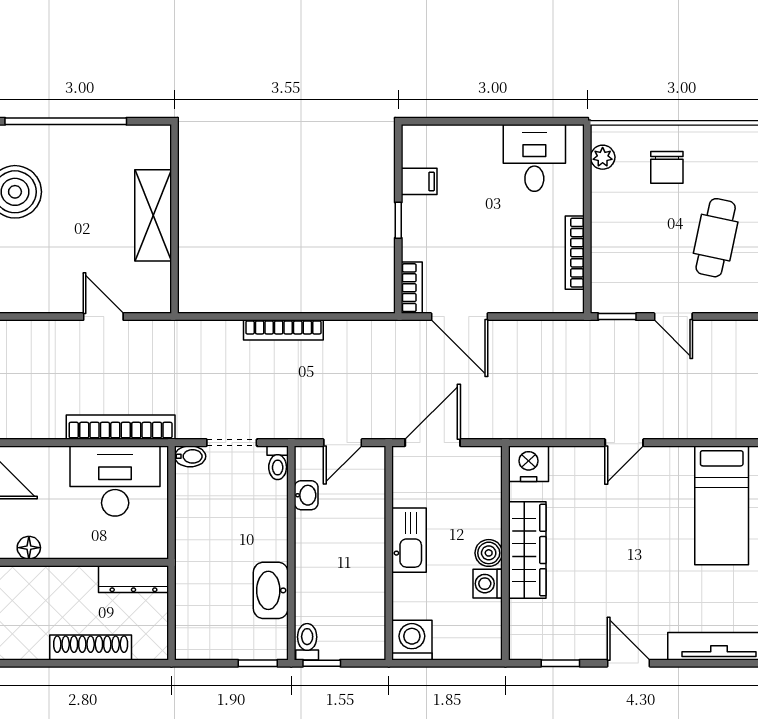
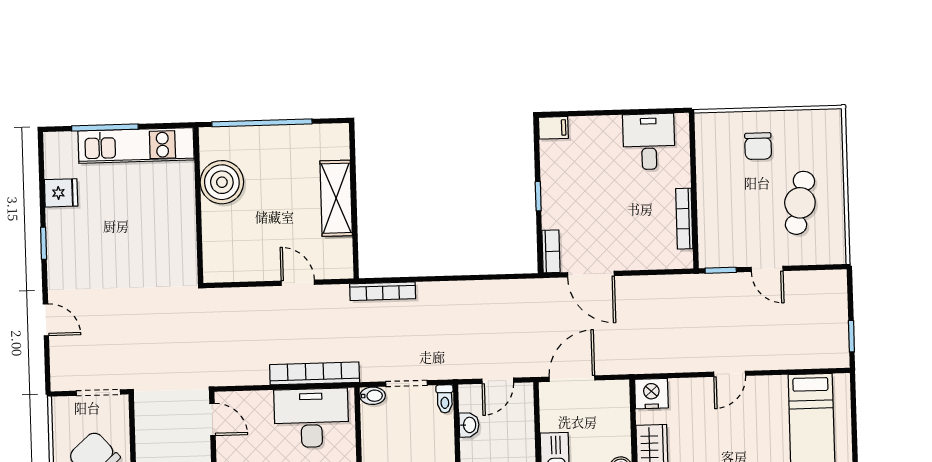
plant: (603, 157) -> (705, 139), removed
filing cabinet: (419, 181) -> (553, 128), moved
bookcase: (283, 330) -> (383, 291), moved

